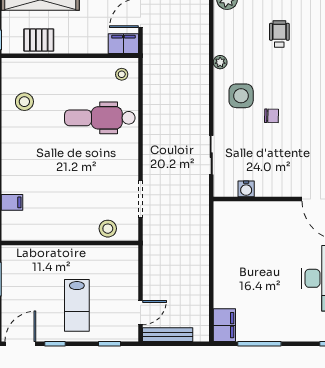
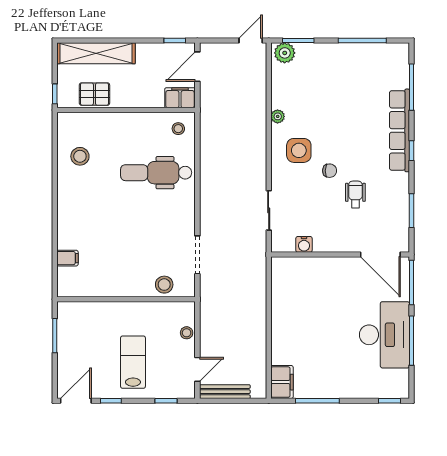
wheelchair: (279, 34) -> (355, 194), moved
stool: (130, 276) -> (187, 333), added
lab bench: (77, 305) -> (133, 362), turned 180

